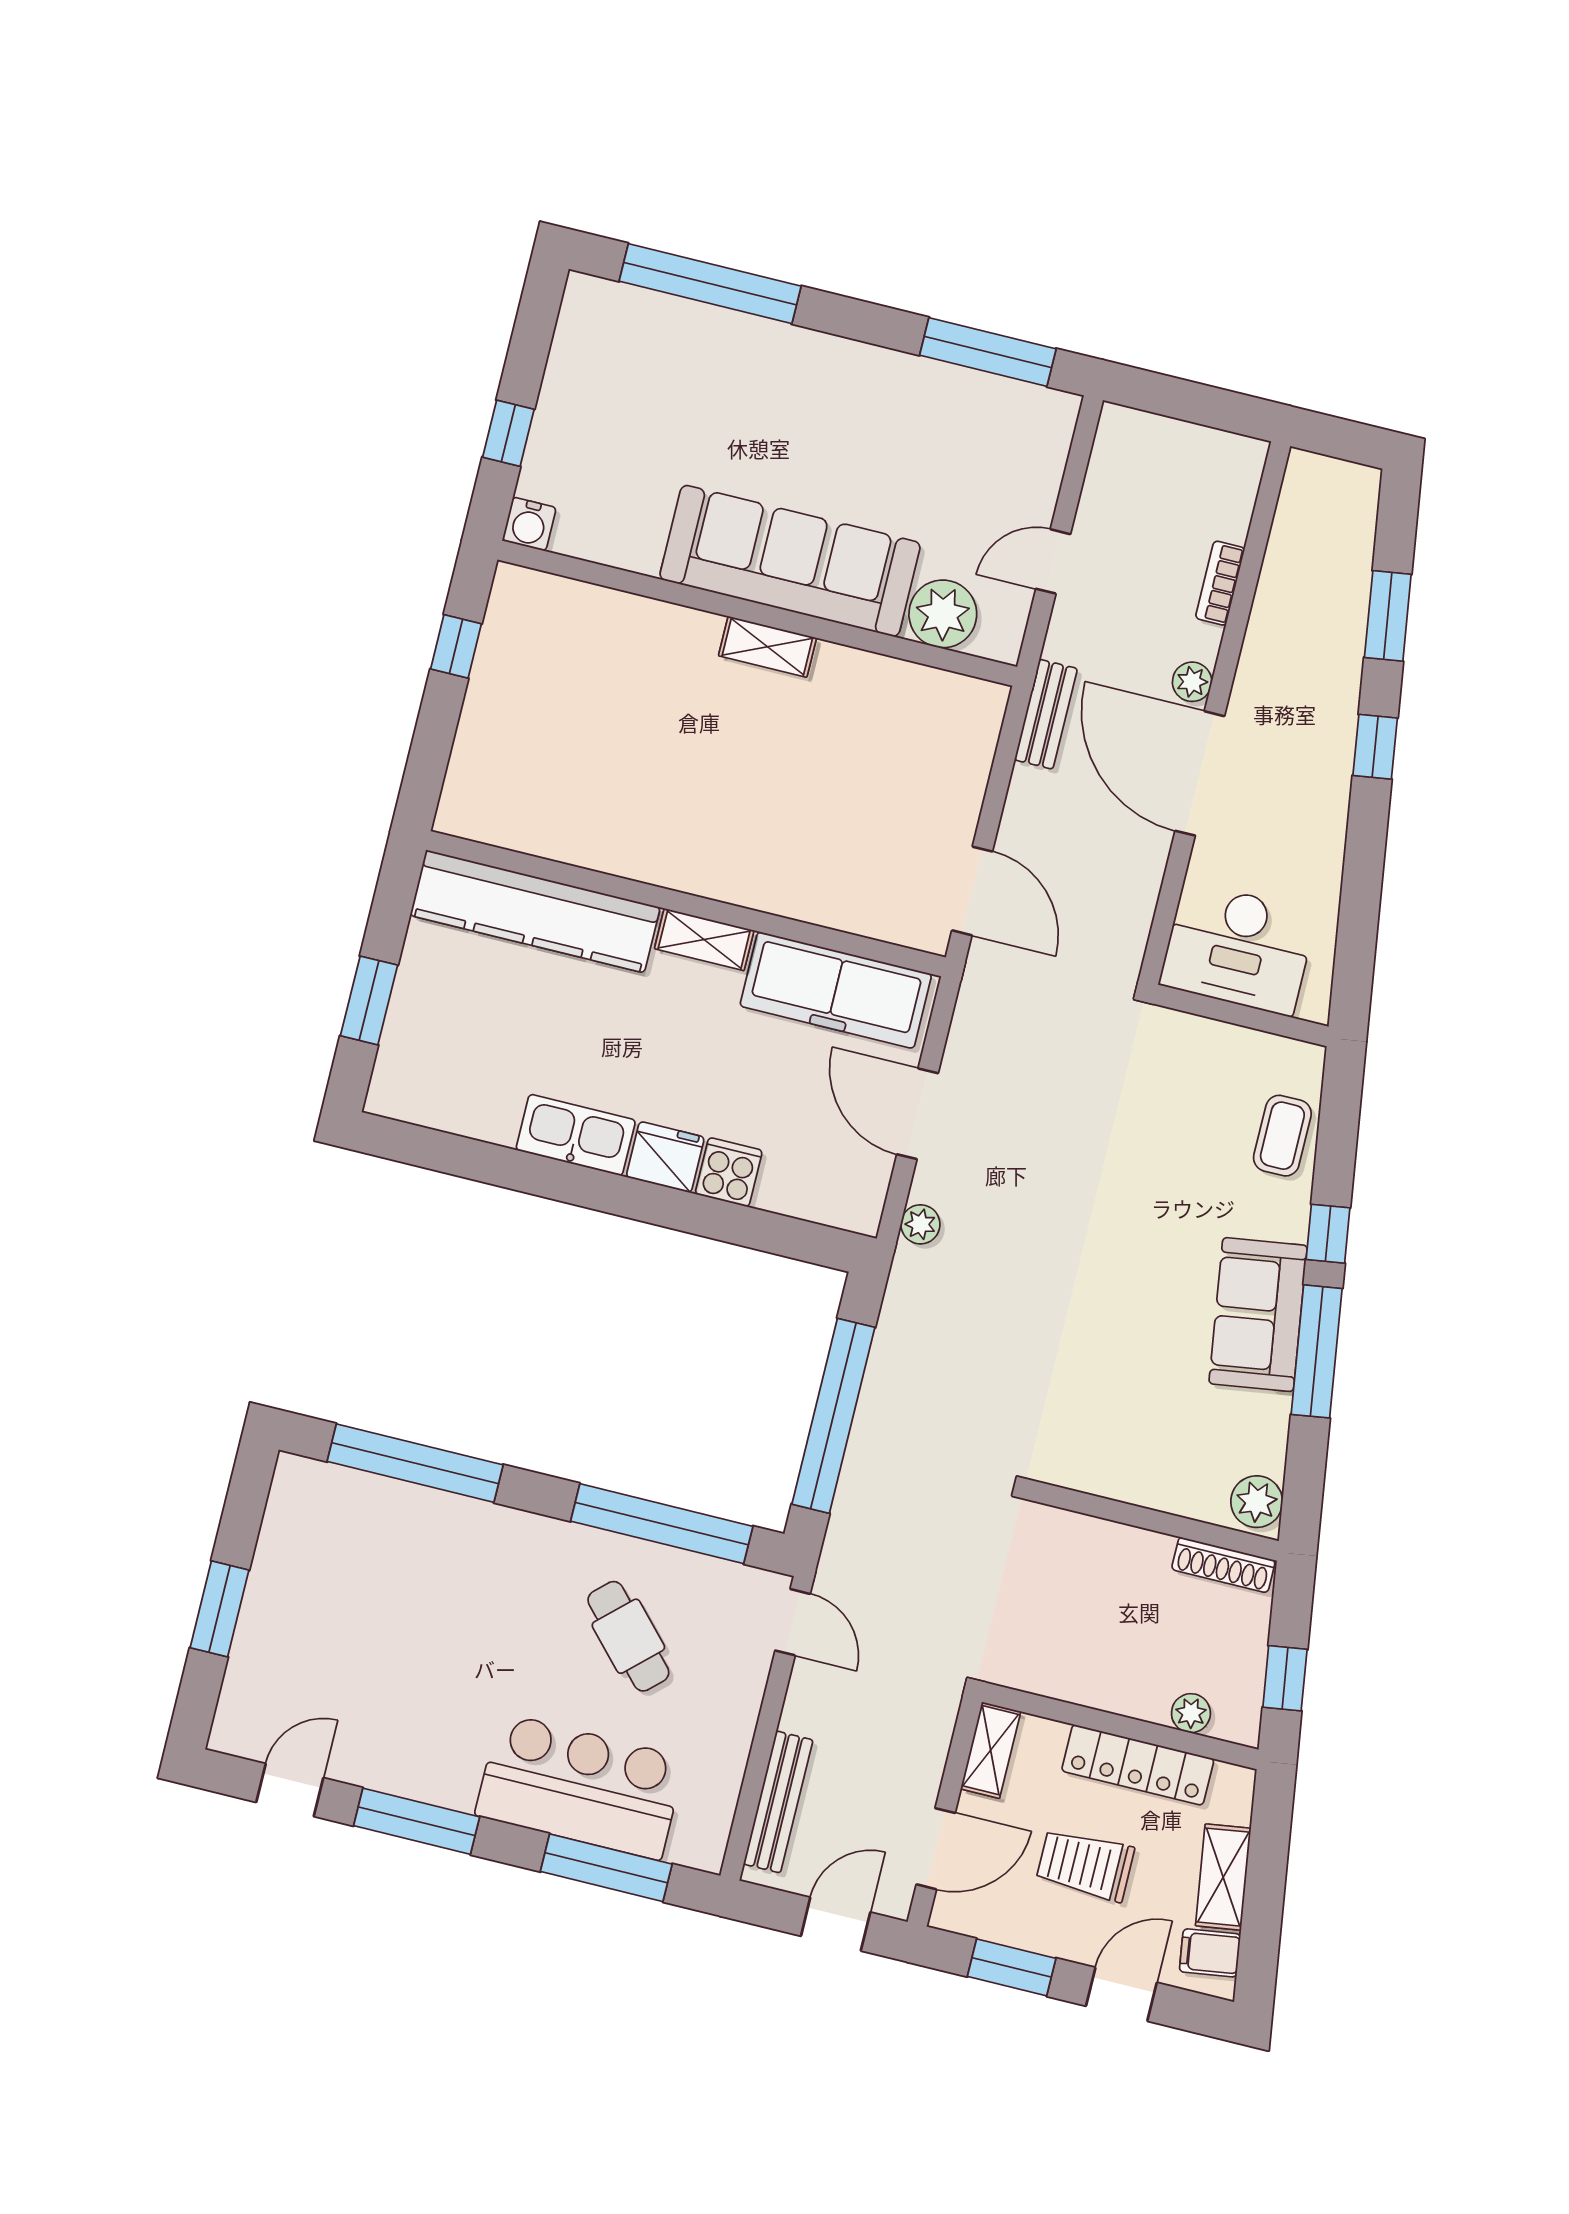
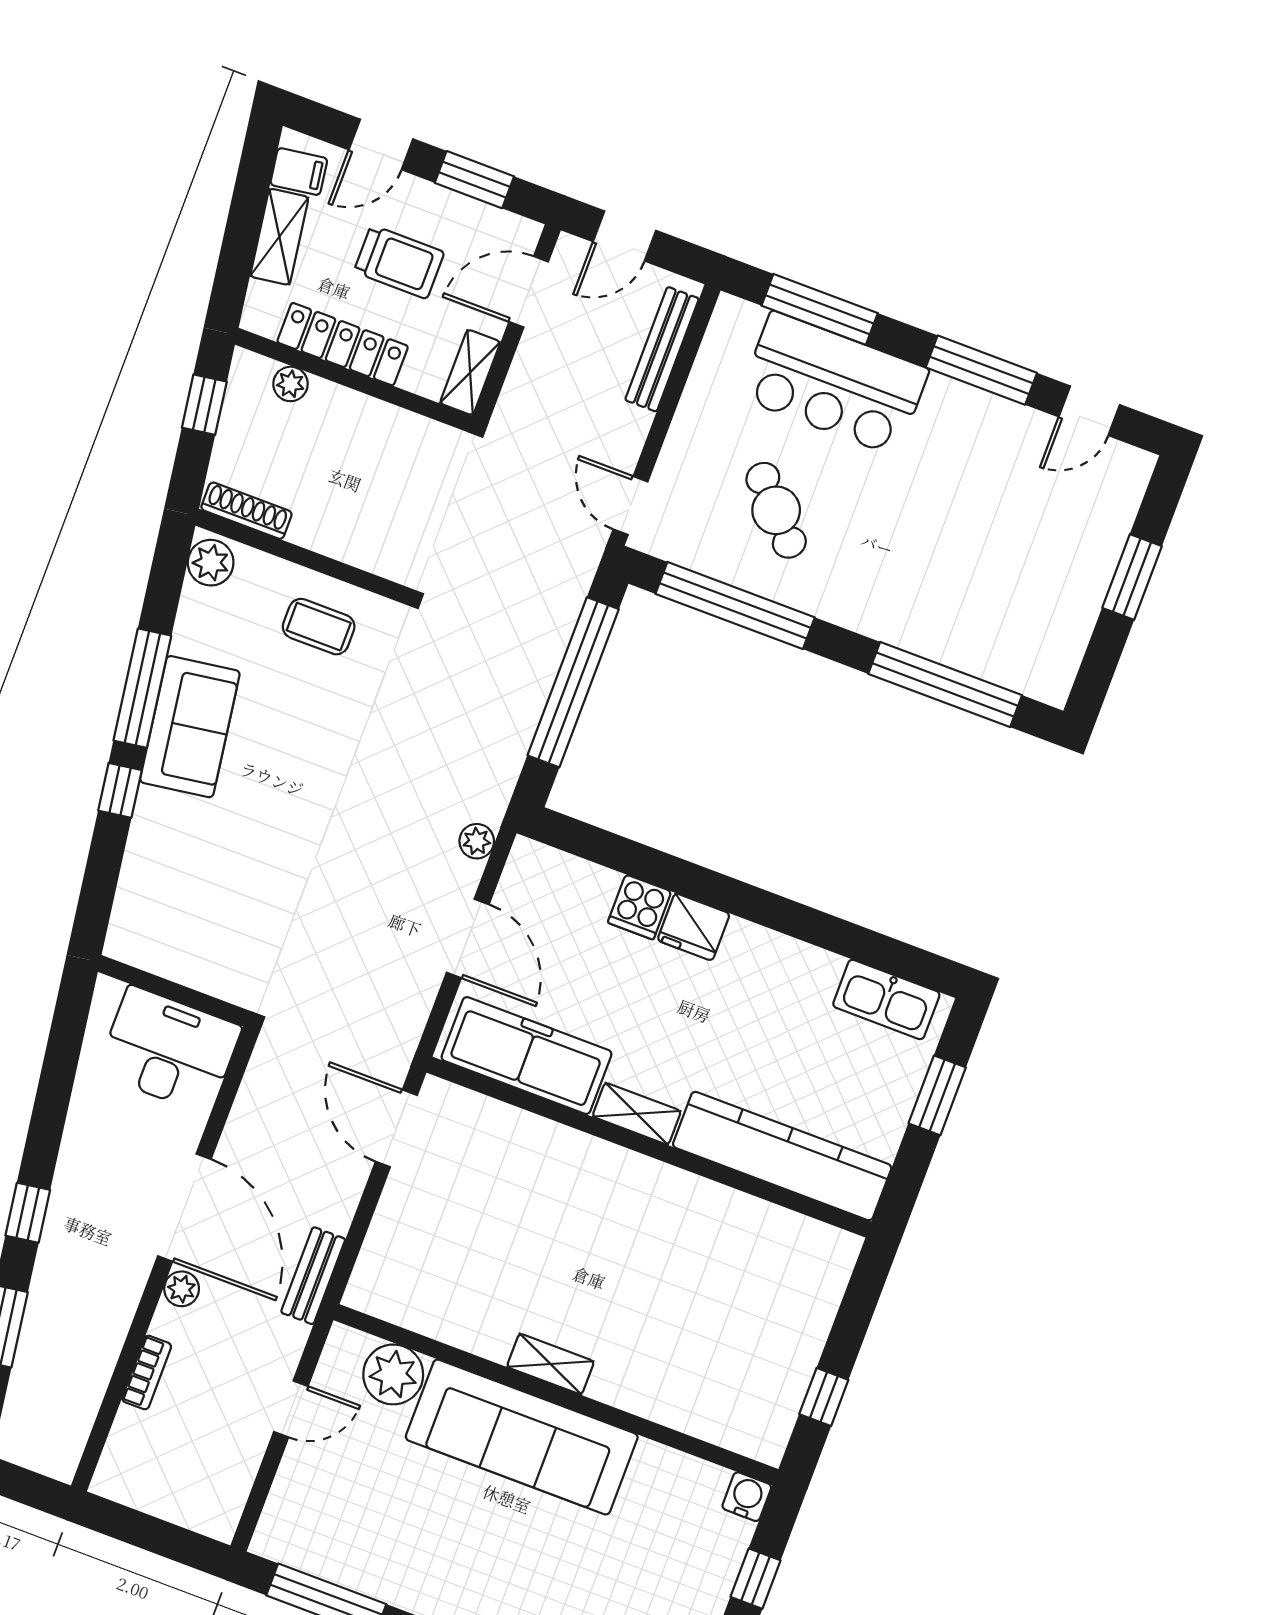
kitchen sink: (576, 1135) -> (886, 999), moved
coffee table: (1282, 1136) -> (319, 627), moved, turned 90

